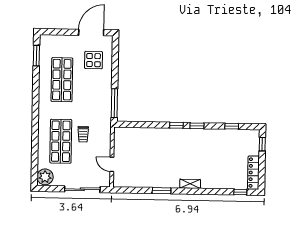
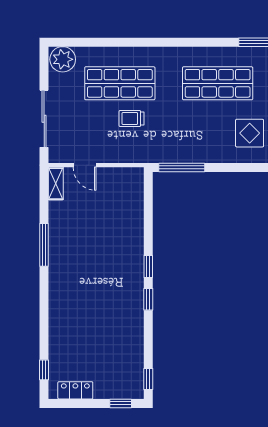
window: (232, 126) -> (148, 379), moved
door: (112, 164) -> (85, 165), swing flipped
locker: (253, 173) -> (75, 390), width x0.66
shelving: (190, 184) -> (56, 184), moved
window: (162, 191) -> (44, 245), width x1.44

